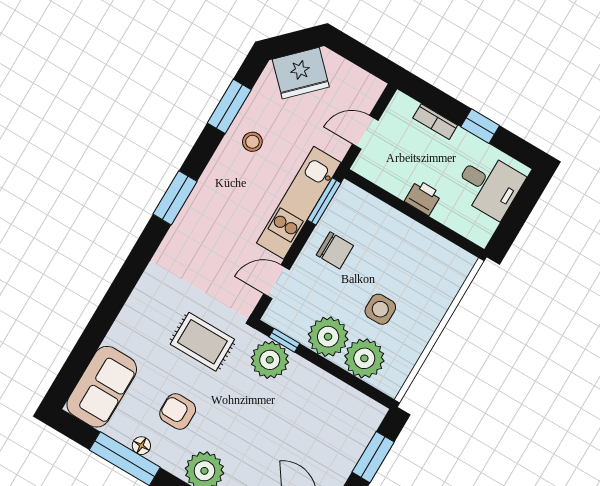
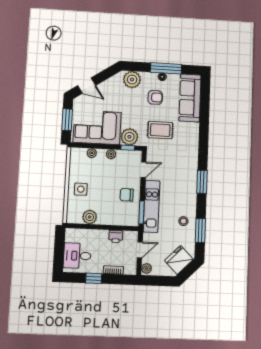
plant: (371, 91) -> (147, 268), added
printer: (423, 197) -> (116, 236), moved
plant: (428, 245) -> (90, 217), added
side table: (380, 309) -> (81, 189), moved
plant: (328, 337) -> (111, 154), width x0.53, depth x0.53
plant: (364, 358) -> (92, 153), width x0.53, depth x0.53
sofa: (102, 387) -> (190, 98), width x1.36
corner sofa: (323, 411) -> (97, 127), added

